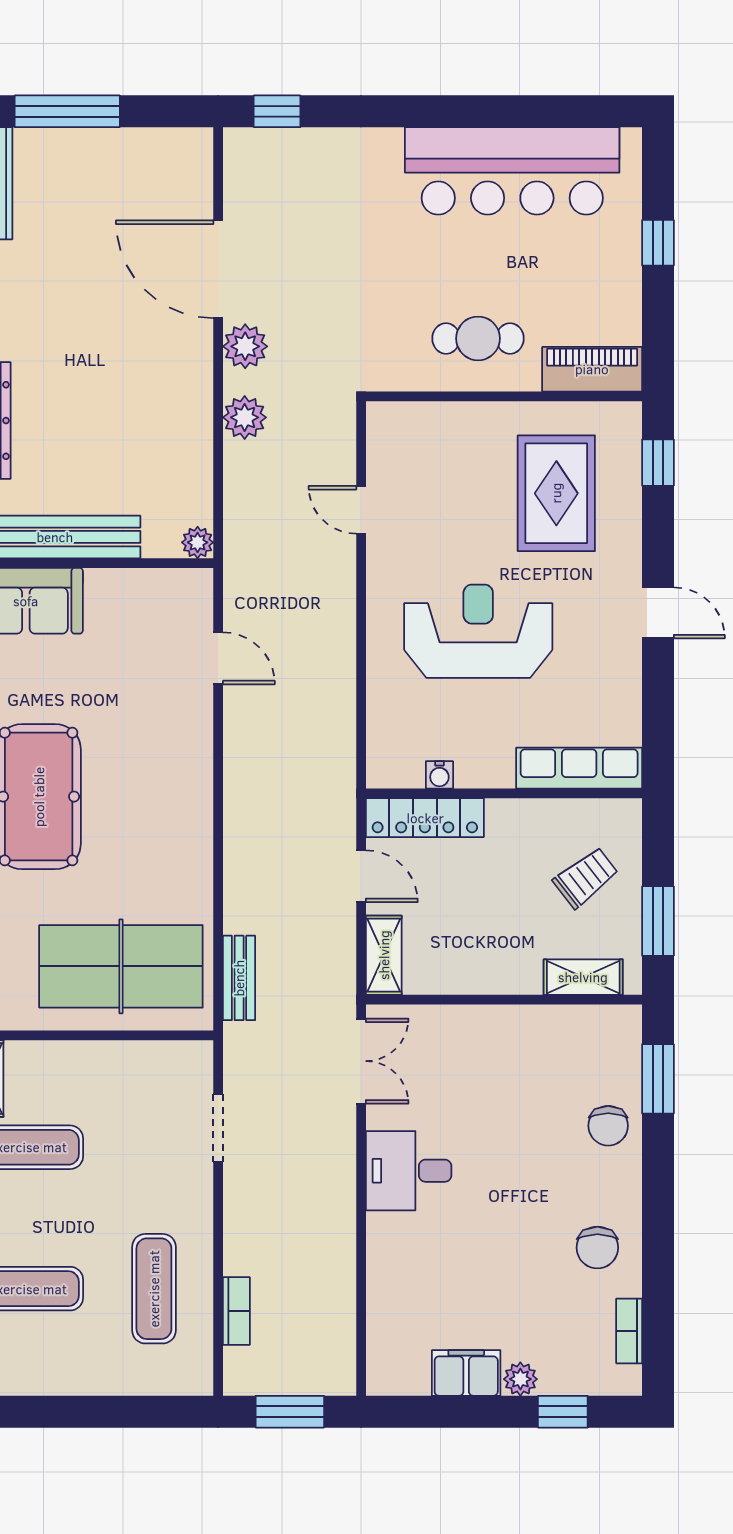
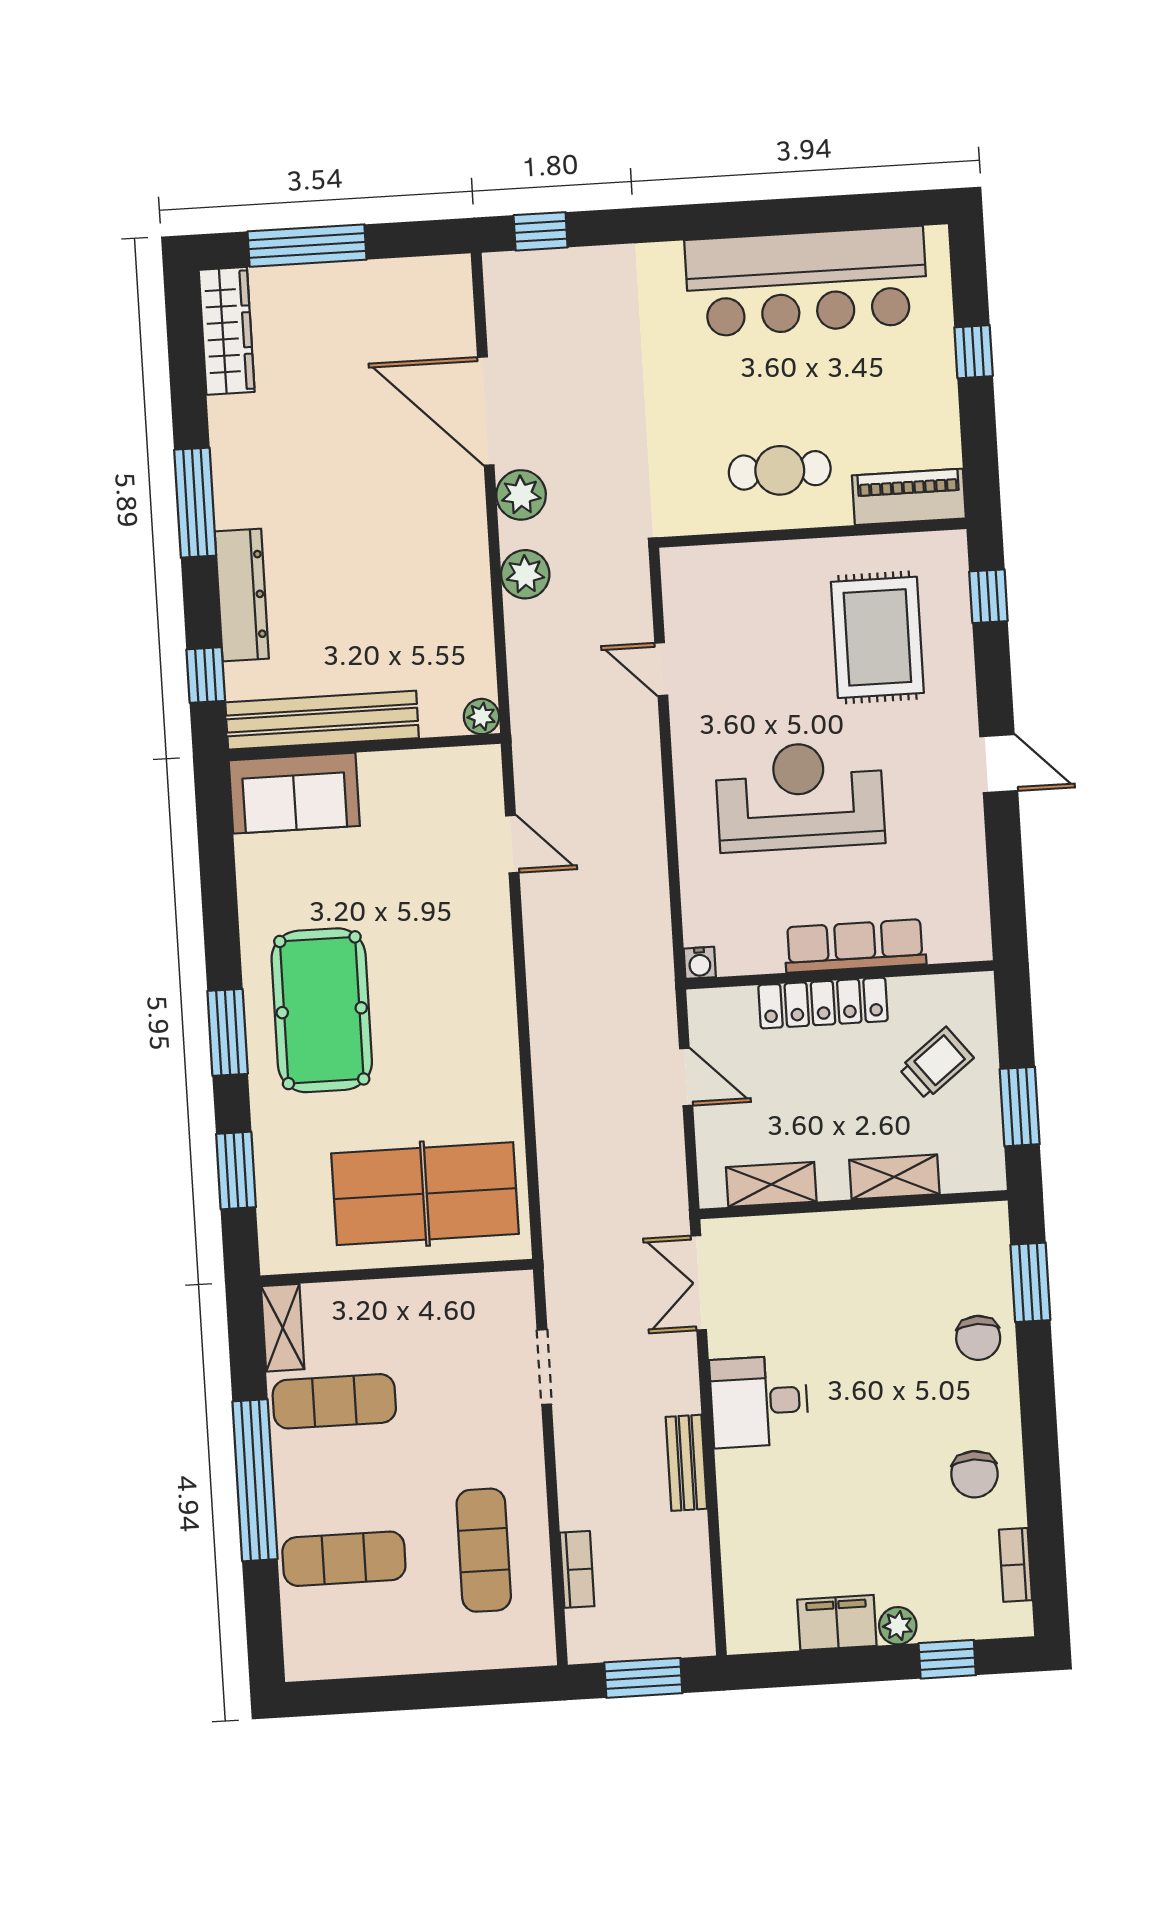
row of seats: (579, 768) -> (855, 946), moved
water cooler: (439, 775) -> (700, 963), moved
locker: (425, 818) -> (823, 1003), moved
shelving: (384, 955) -> (771, 1184), moved, turned 90
shelving: (583, 977) -> (894, 1177), moved
bench: (239, 978) -> (686, 1463), moved
double door: (361, 1061) -> (699, 1283), swing flipped

